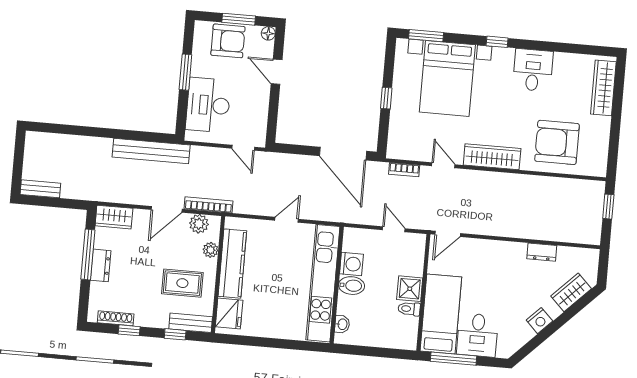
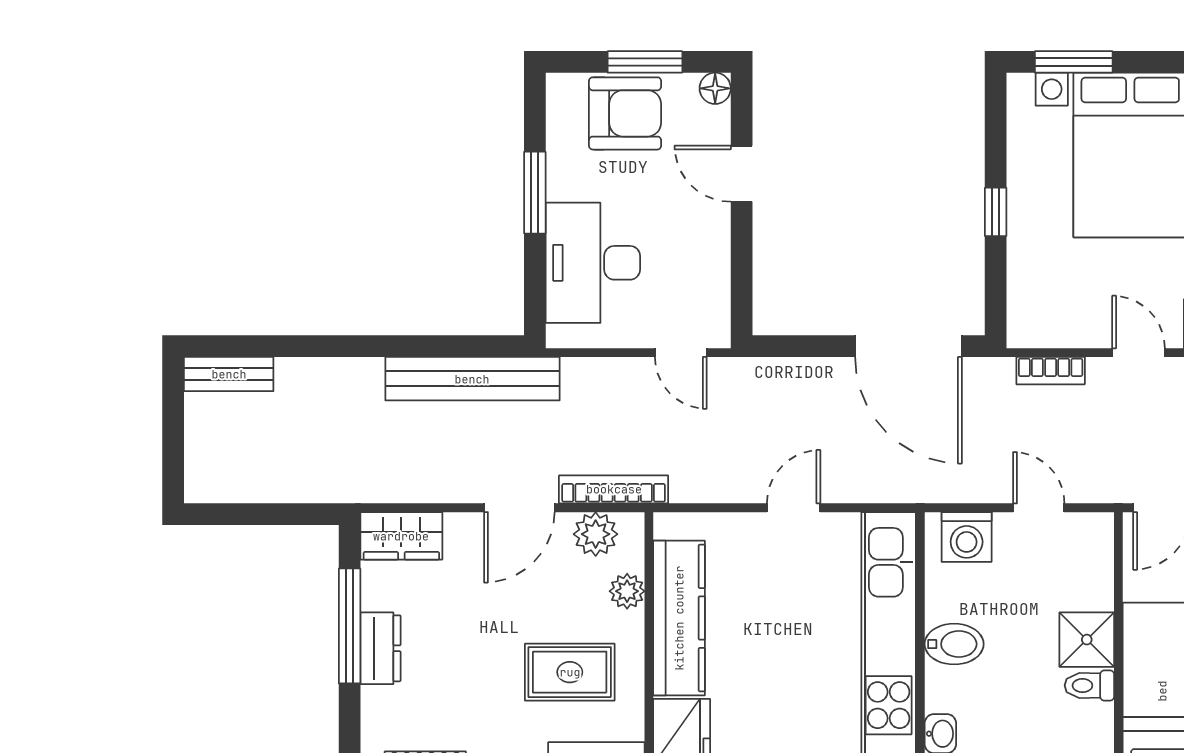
bench: (40, 189) -> (229, 374), moved
washing machine: (351, 264) -> (967, 537), moved, turned 90

